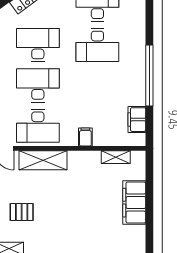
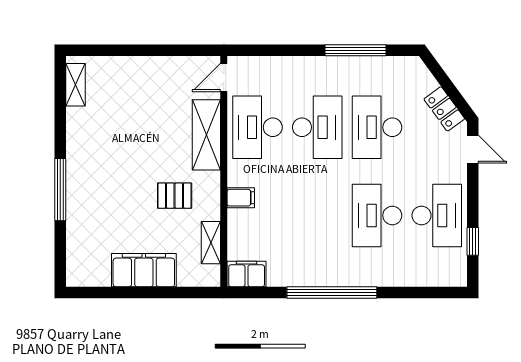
desk: (38, 45) -> (377, 127), turned 180
filing cabinet: (137, 120) -> (247, 274), moved
pallet: (22, 212) -> (175, 196), moved, turned 90

